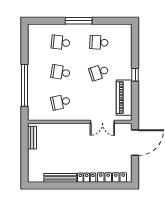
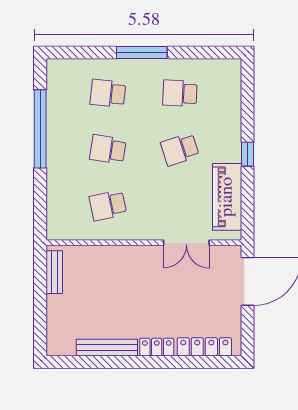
window: (24, 85) -> (40, 129), moved

